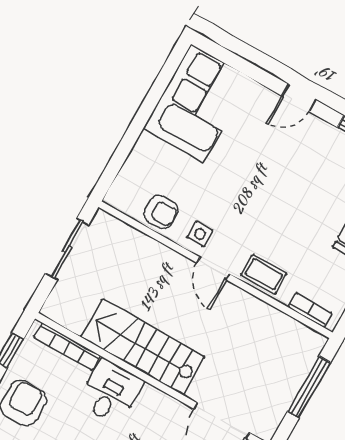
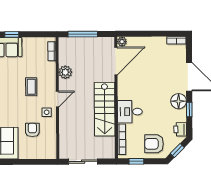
armchair: (161, 212) -> (32, 130), moved
coffee table: (264, 274) -> (31, 87), moved
plant: (255, 313) -> (65, 72), added

